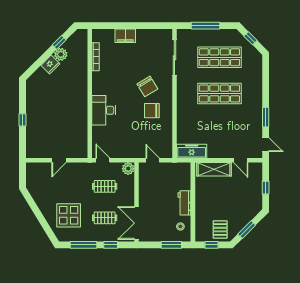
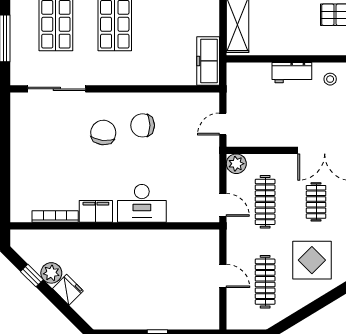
filing cabinet: (125, 36) -> (96, 211), moved, turned -90
chair: (147, 86) -> (103, 133), turned -52
chair: (152, 111) -> (143, 125), turned 90
door: (103, 160) -> (223, 205), swing flipped
clothes rail: (55, 186) -> (265, 282), added
clothes rail: (105, 186) -> (265, 202), width x1.36

